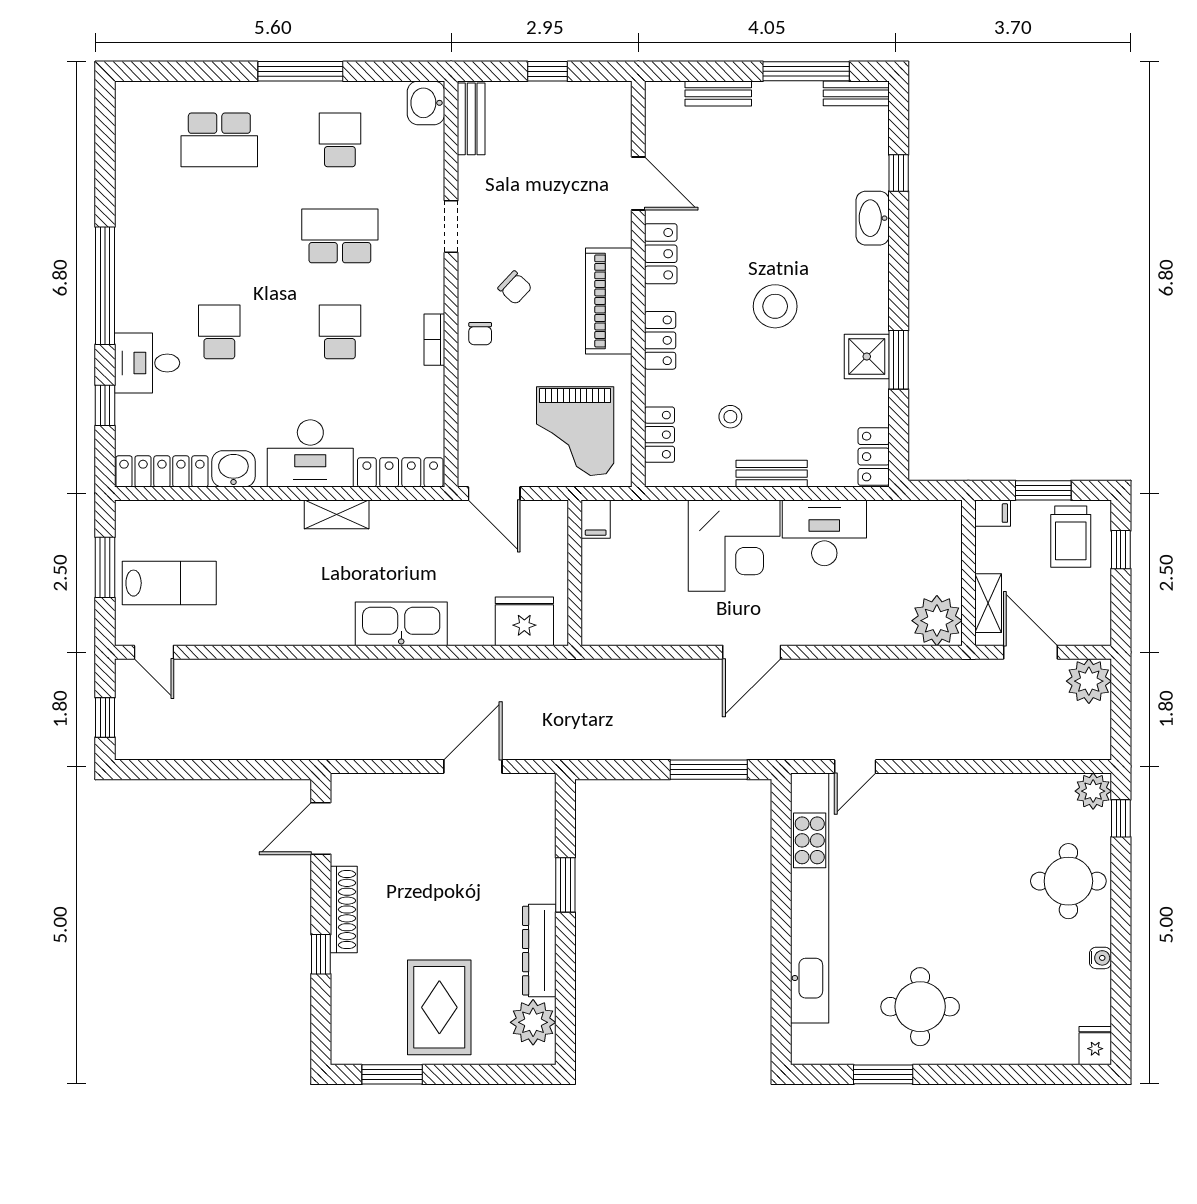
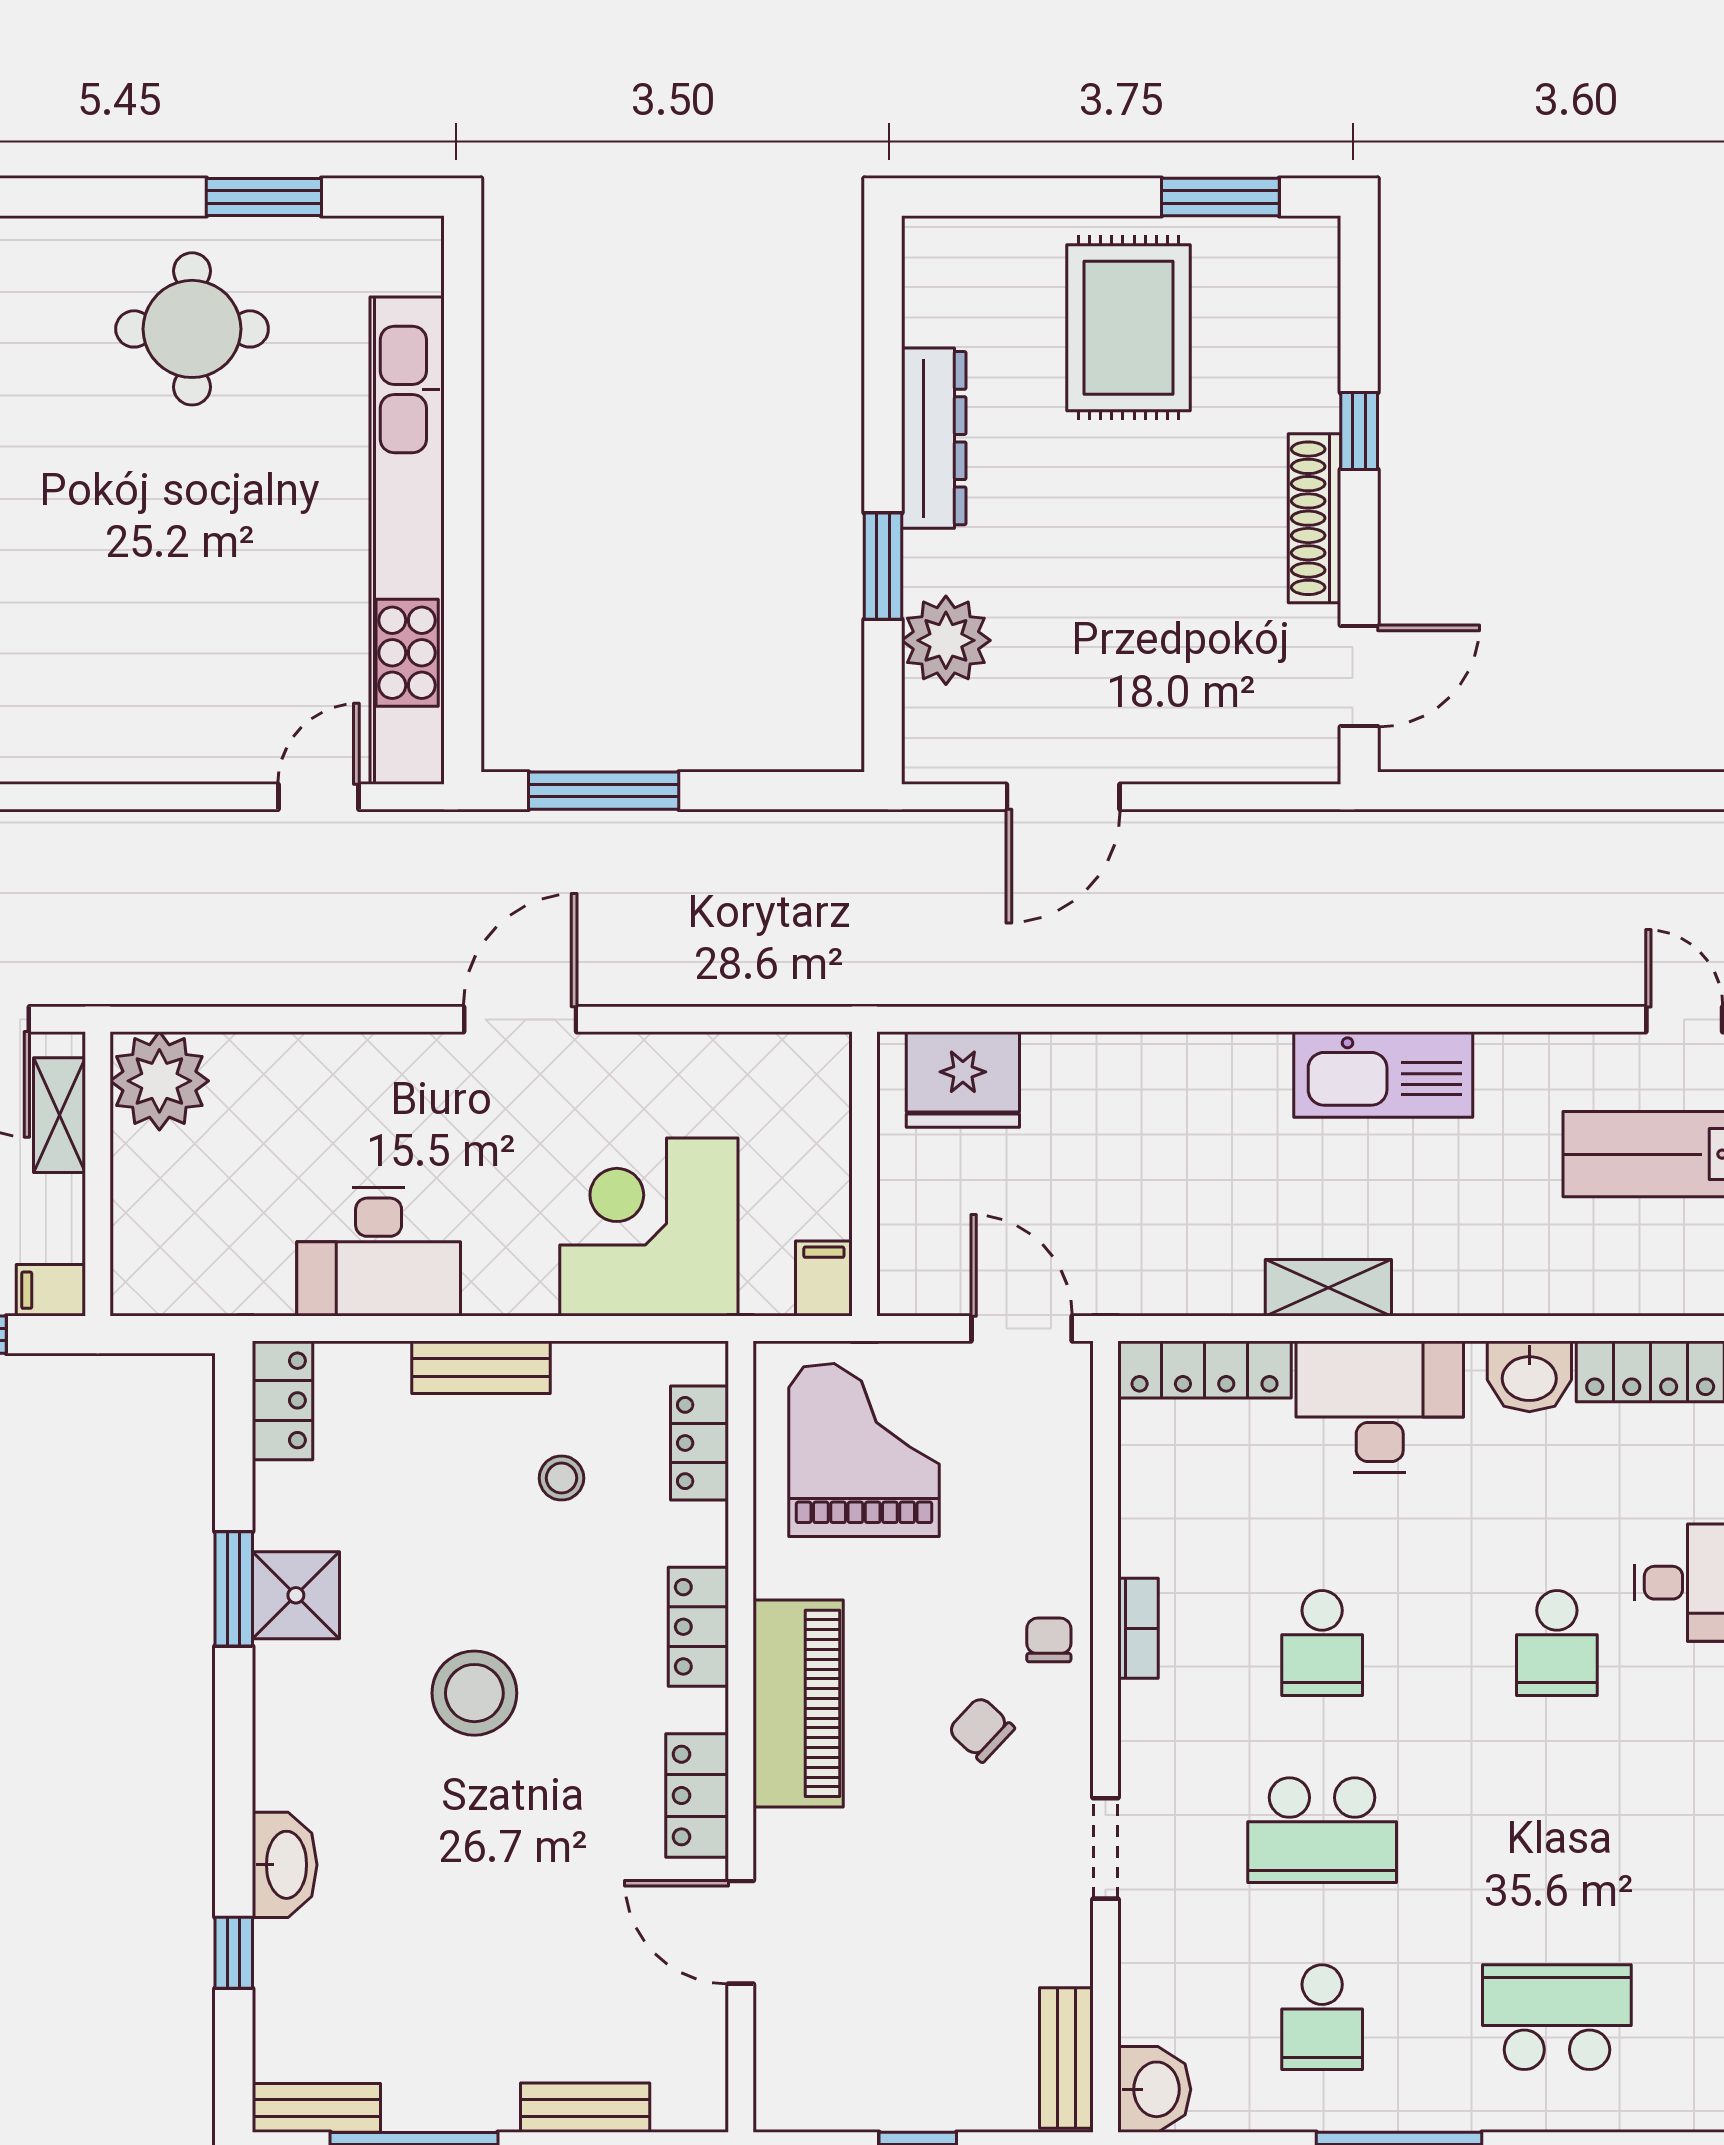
corner desk: (734, 546) -> (649, 1227), moved
kitchen sink: (401, 624) -> (1383, 1075), moved
plant: (533, 1022) -> (946, 640), moved

